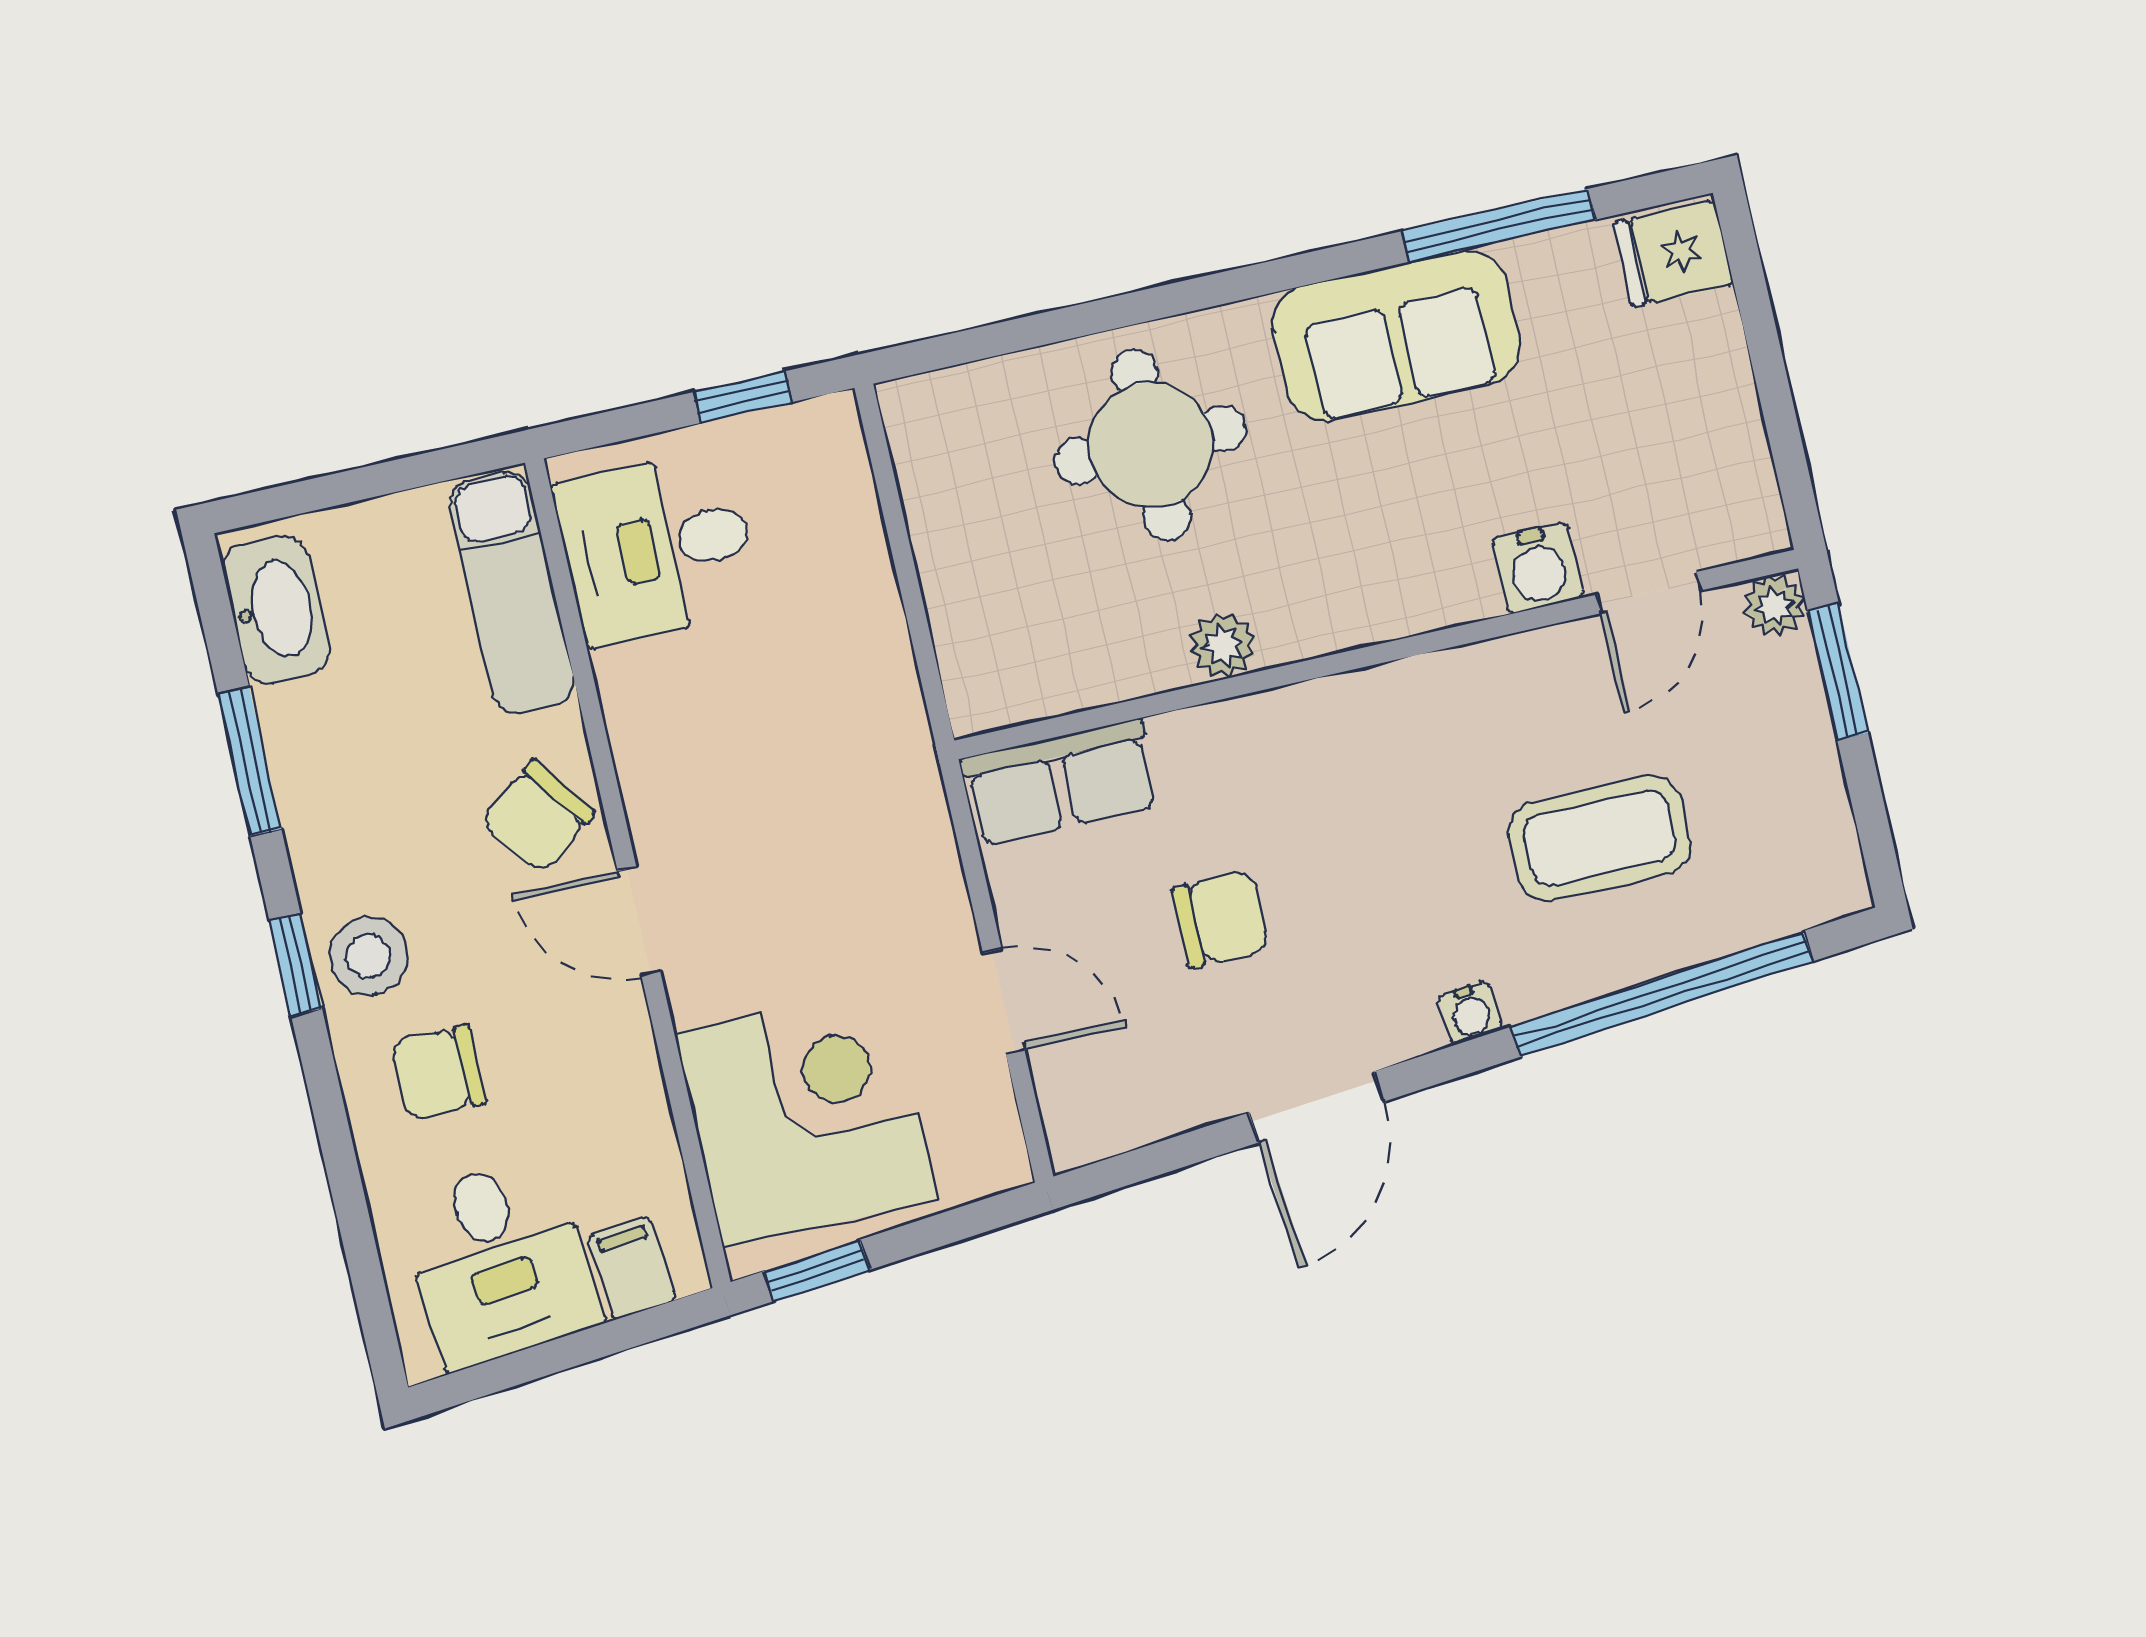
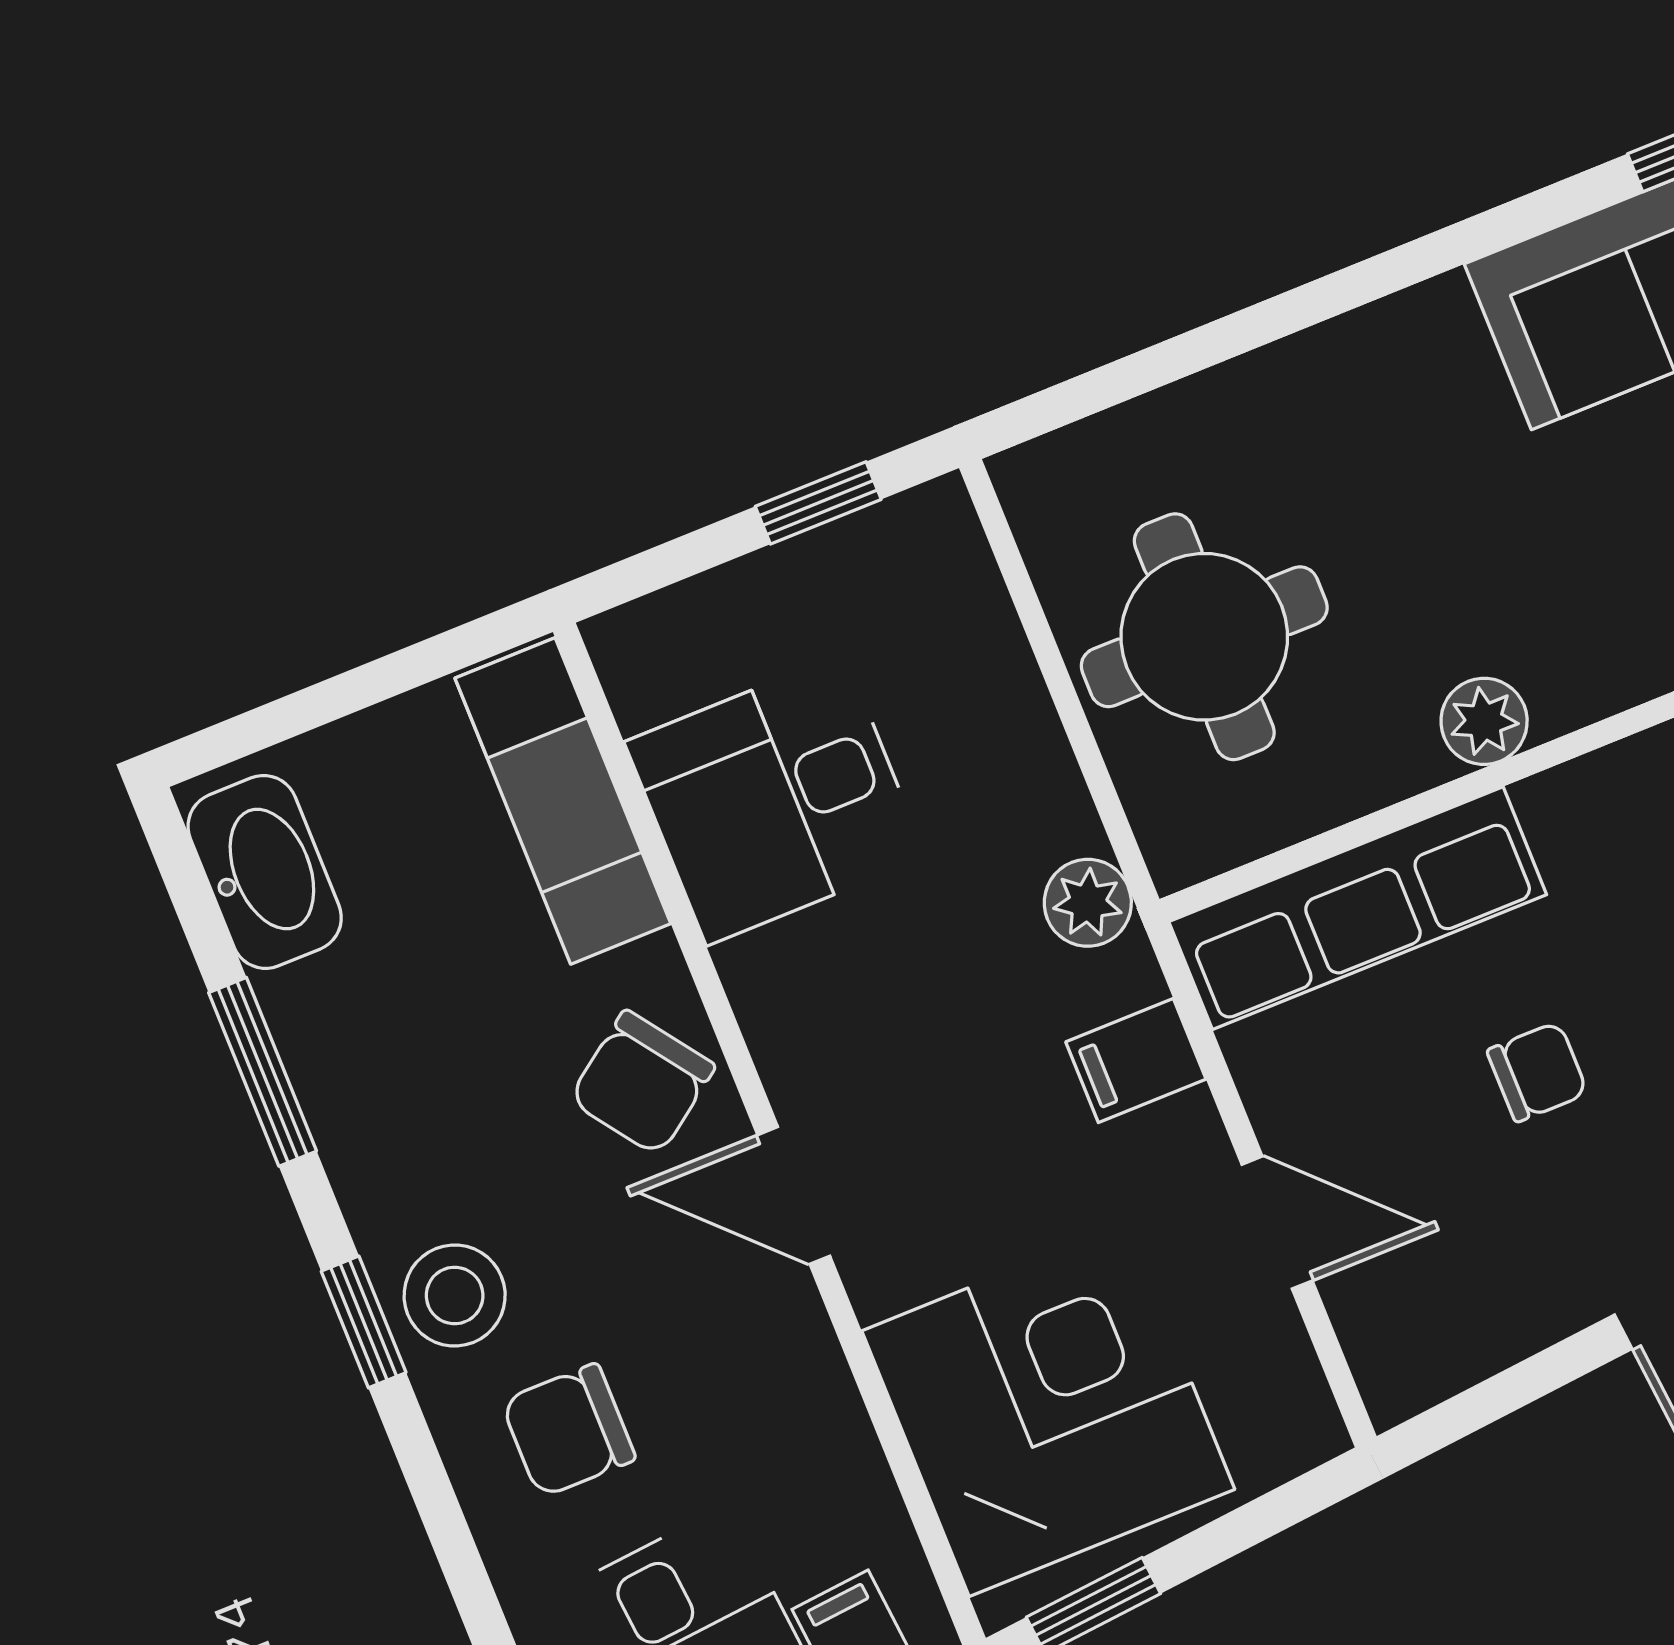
round table: (1151, 445) -> (1204, 637), moved
desk: (658, 548) -> (775, 800), moved
plant: (899, 735) -> (1088, 903), added
row of seats: (1060, 782) -> (1358, 908), width x1.48
filing cabinet: (916, 861) -> (1136, 1061), added
chair: (1221, 919) -> (1537, 1072), width x0.73, depth x0.73

